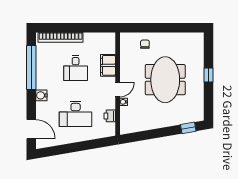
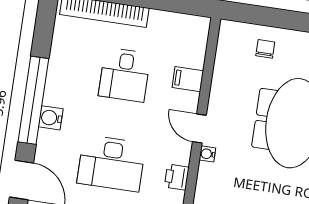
filing cabinet: (108, 65) -> (188, 79), width x0.50
window: (31, 67) -> (33, 100), moved
door: (118, 90) -> (199, 129), swing flipped

